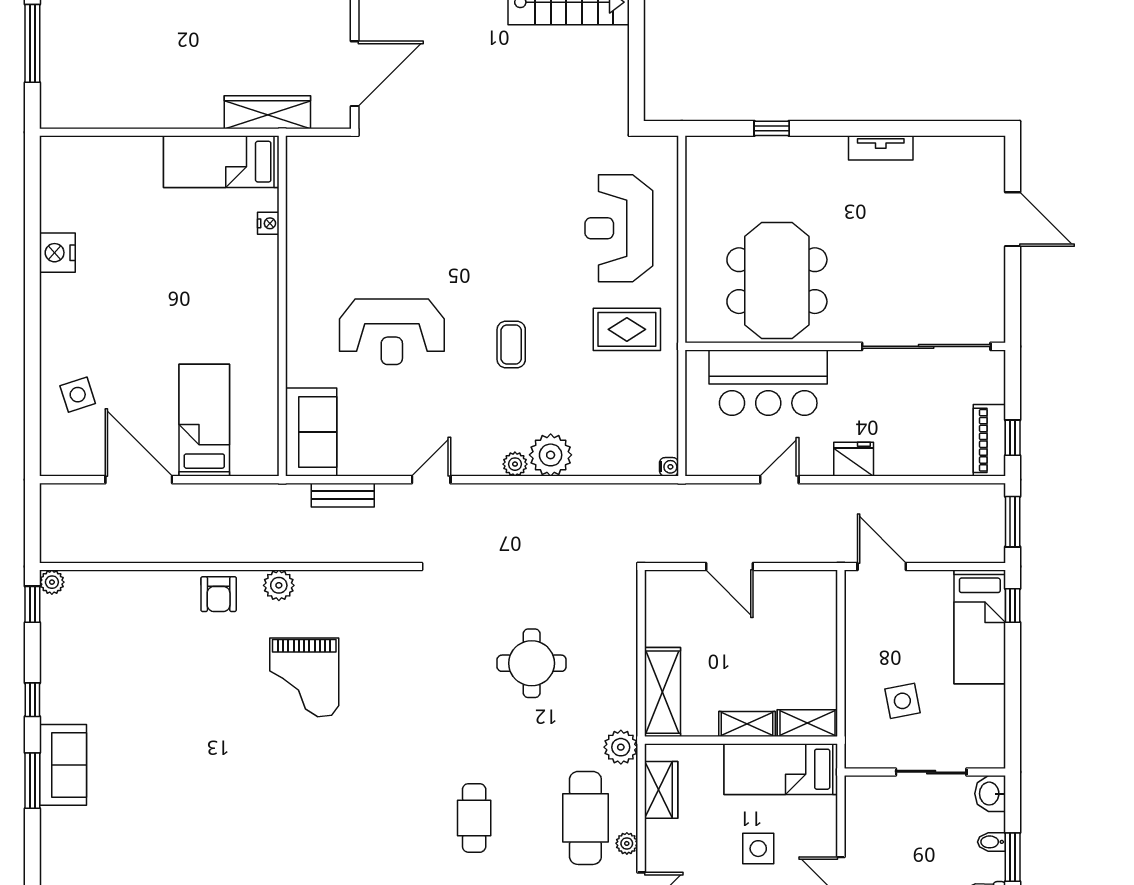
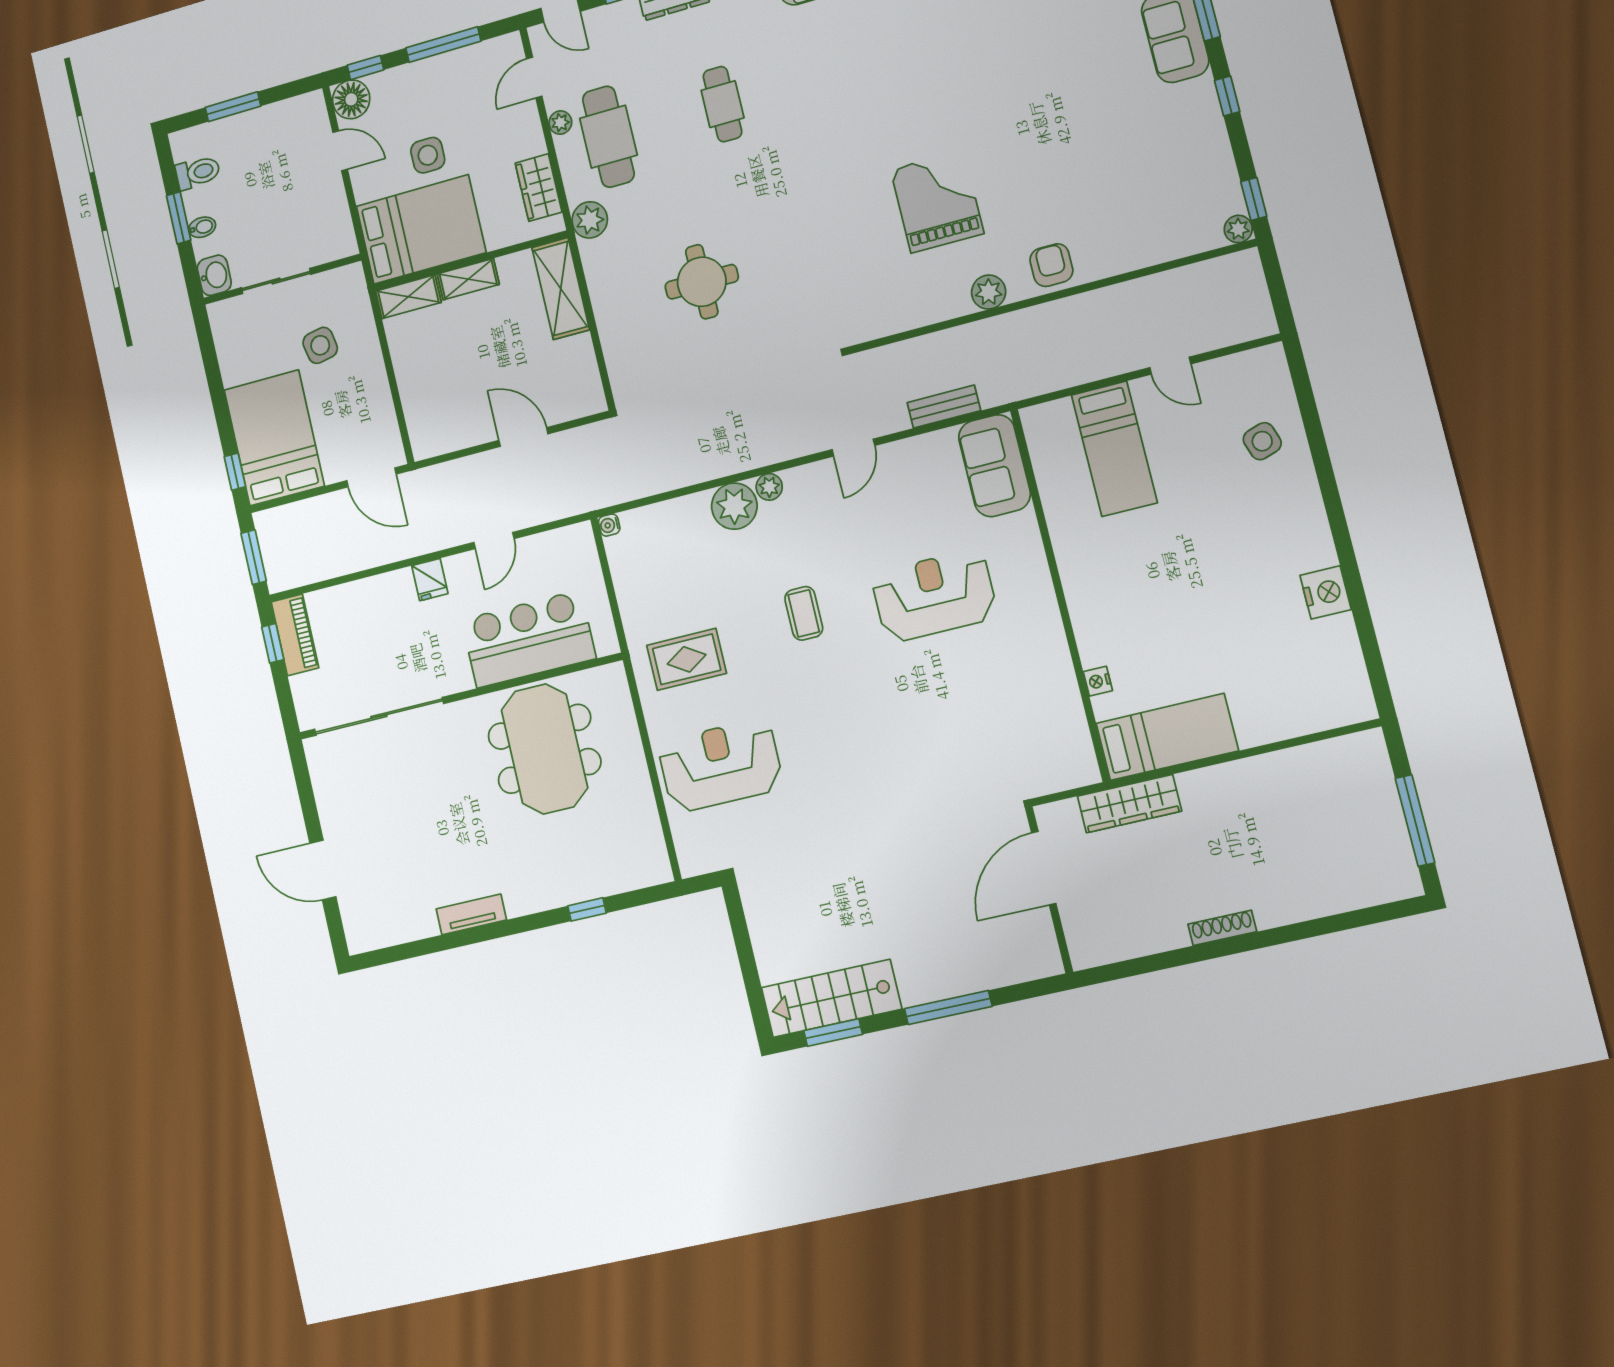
reception desk: (619, 228) -> (720, 765), turned -90
fridge: (854, 459) -> (430, 580), width x0.72
door: (139, 480) -> (1170, 366), width x0.53
bed: (980, 627) -> (274, 438), width x1.50
bed: (781, 769) -> (421, 229), width x1.50

